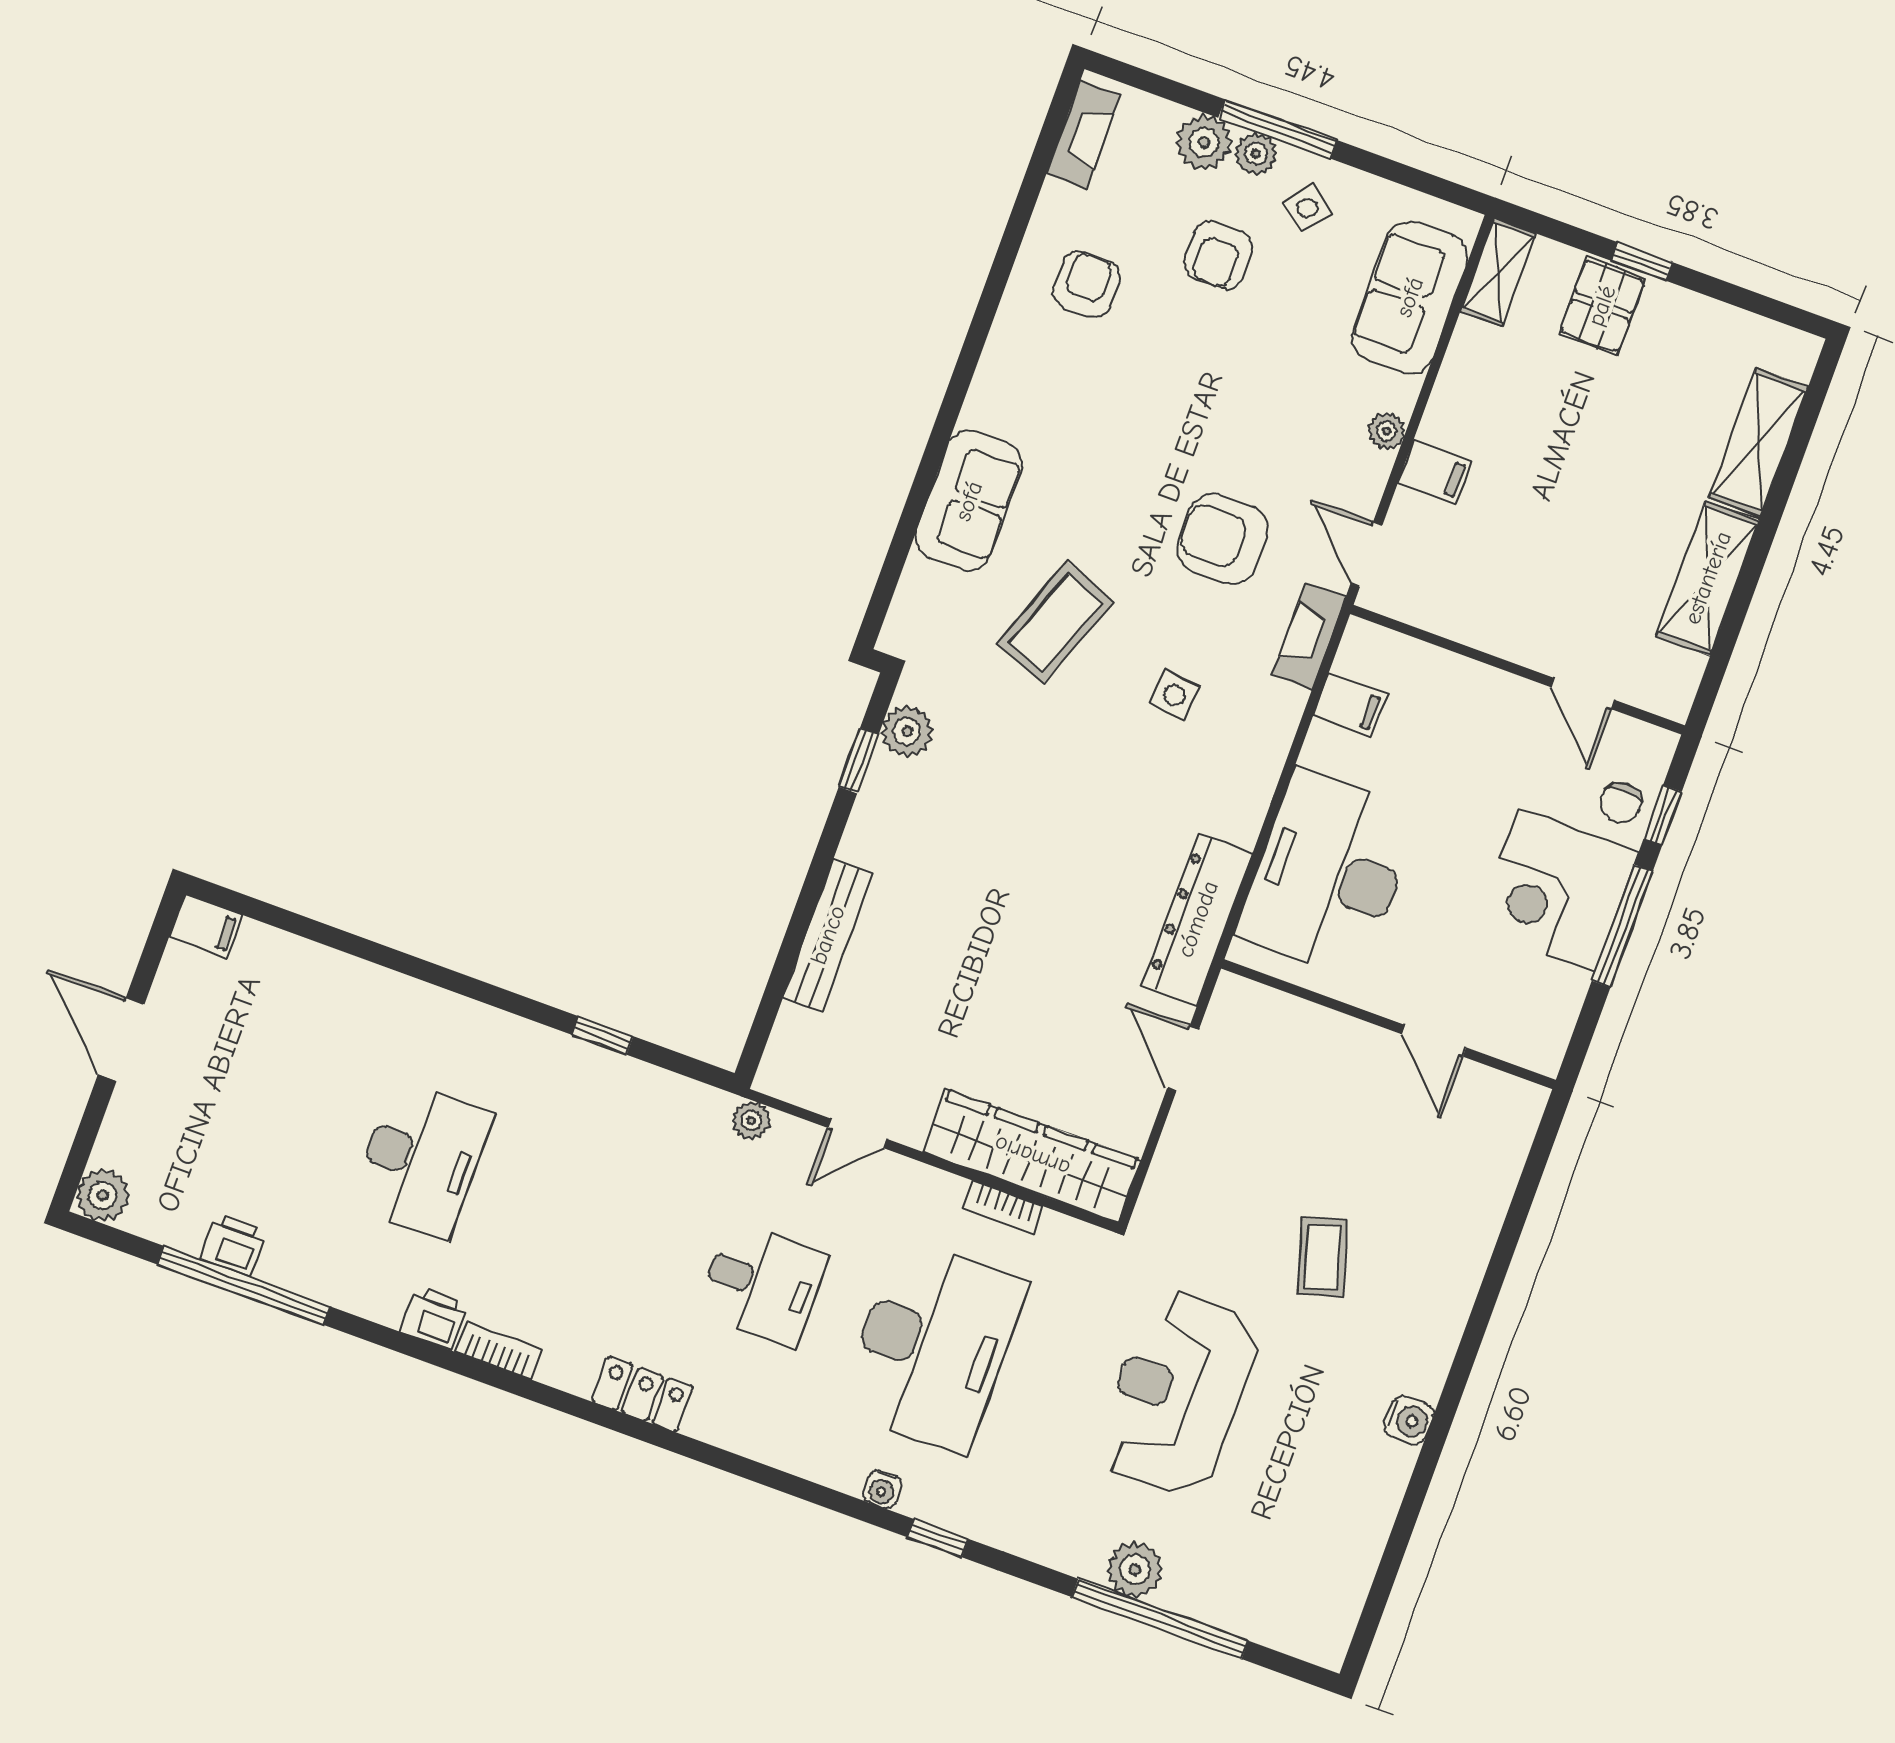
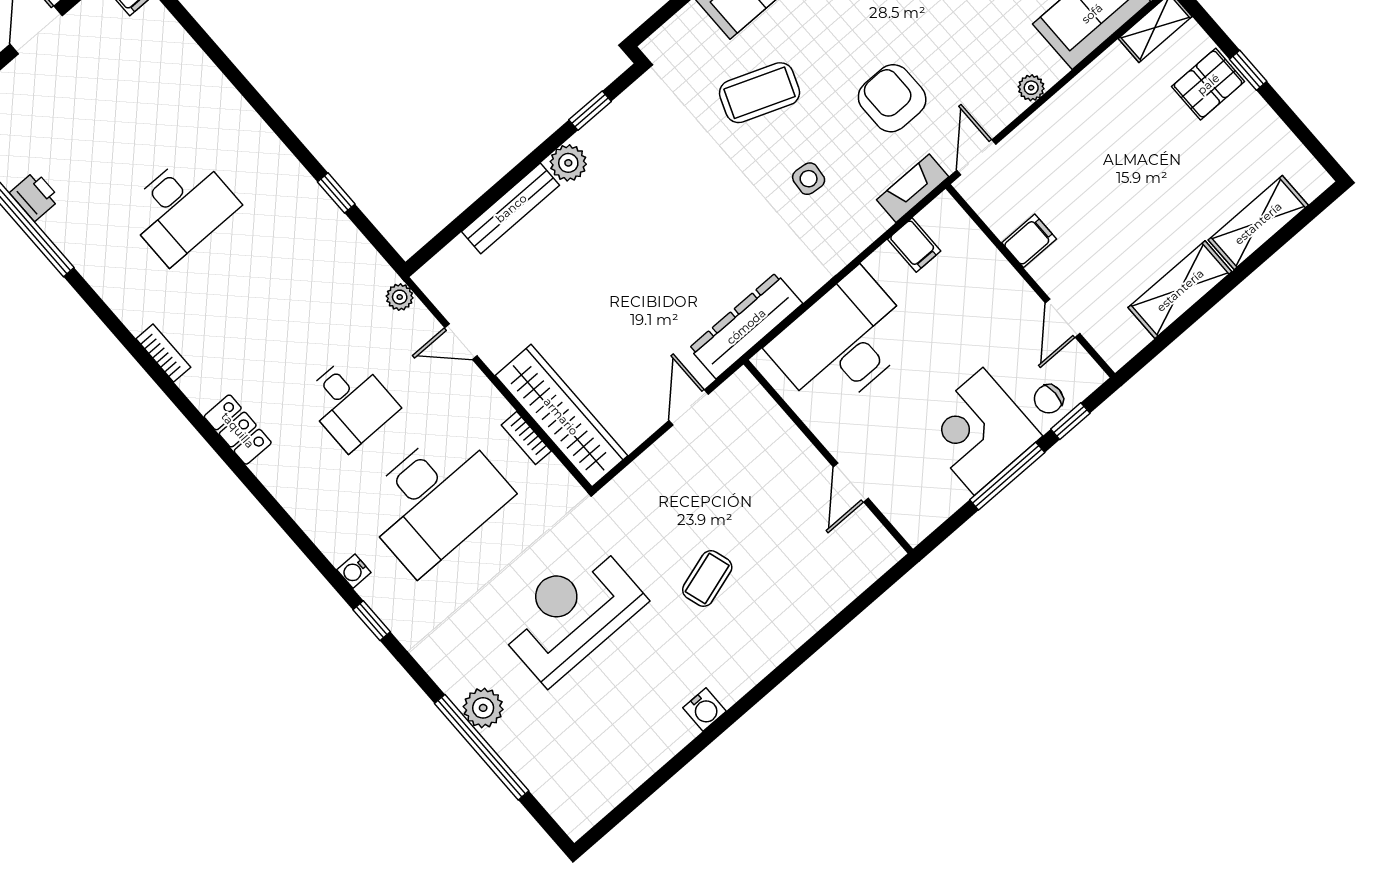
filing cabinet: (1435, 472) -> (1029, 241), moved, turned -90
plant: (907, 731) -> (568, 163), moved
printer: (434, 1318) -> (135, 311), removed

